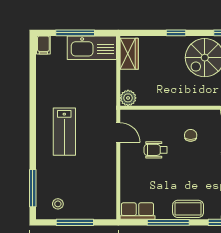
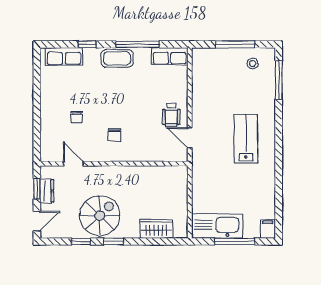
window: (176, 33) -> (113, 241), moved
wardrobe: (129, 54) -> (156, 229), moved, turned 90
plant: (128, 98) -> (179, 174), removed
wheelchair: (156, 150) -> (171, 115), moved, turned 90

